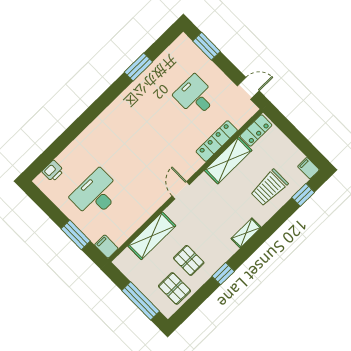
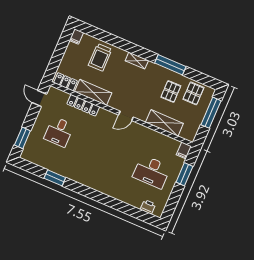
trolley: (269, 188) -> (100, 57), turned 90
window: (303, 195) -> (96, 33), removed
window: (223, 274) -> (170, 65), width x2.17

